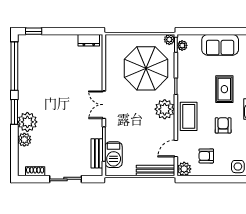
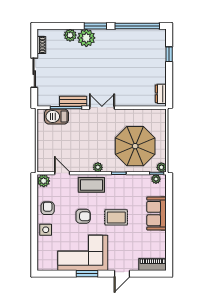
window: (34, 31) -> (169, 54), moved
plant: (165, 109) -> (98, 167), width x0.53, depth x0.53
bench: (97, 153) -> (73, 101), moved
armchair: (206, 156) -> (48, 208), moved
bench: (155, 171) -> (42, 155), removed

